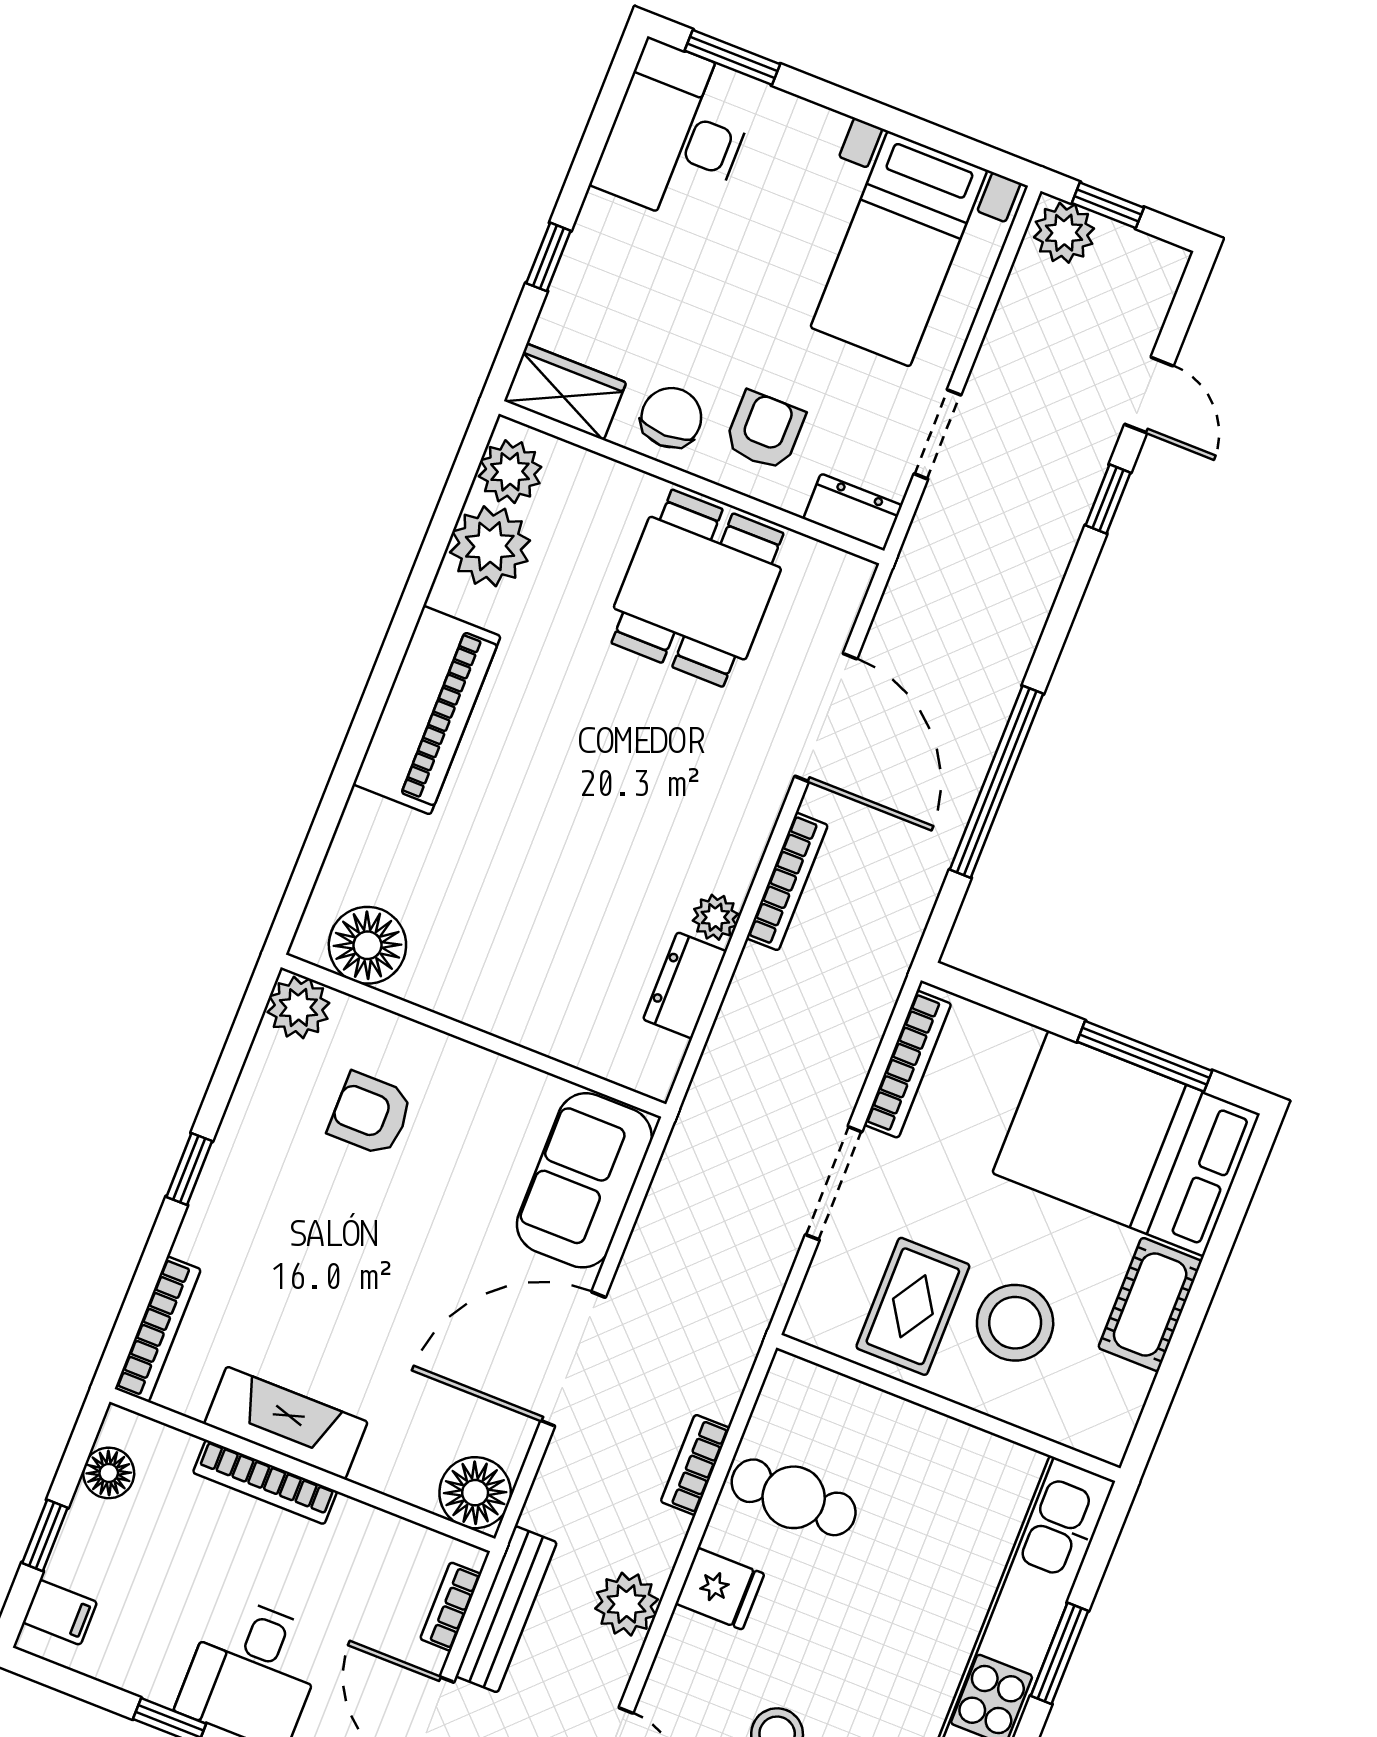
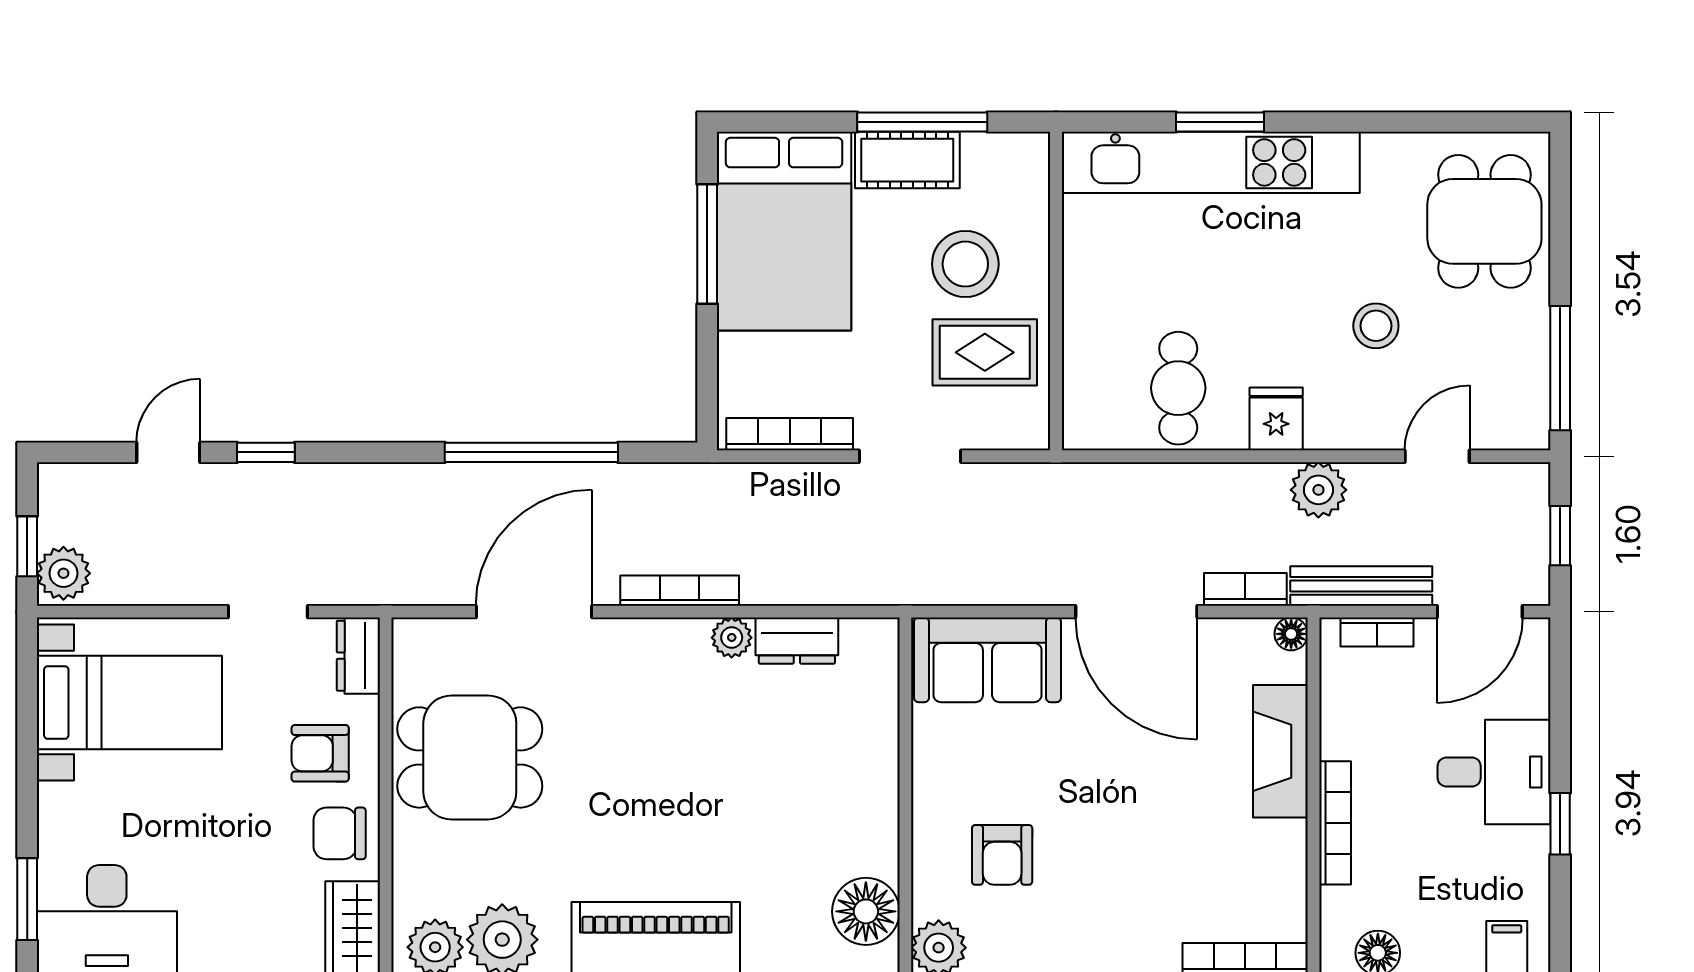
window: (1184, 1336) -> (922, 122), added
fireplace: (286, 1423) -> (1280, 751), moved
bookcase: (695, 1465) -> (1245, 589), moved, turned 180
floor lamp: (475, 1493) -> (1291, 634), width x0.53, depth x0.53

